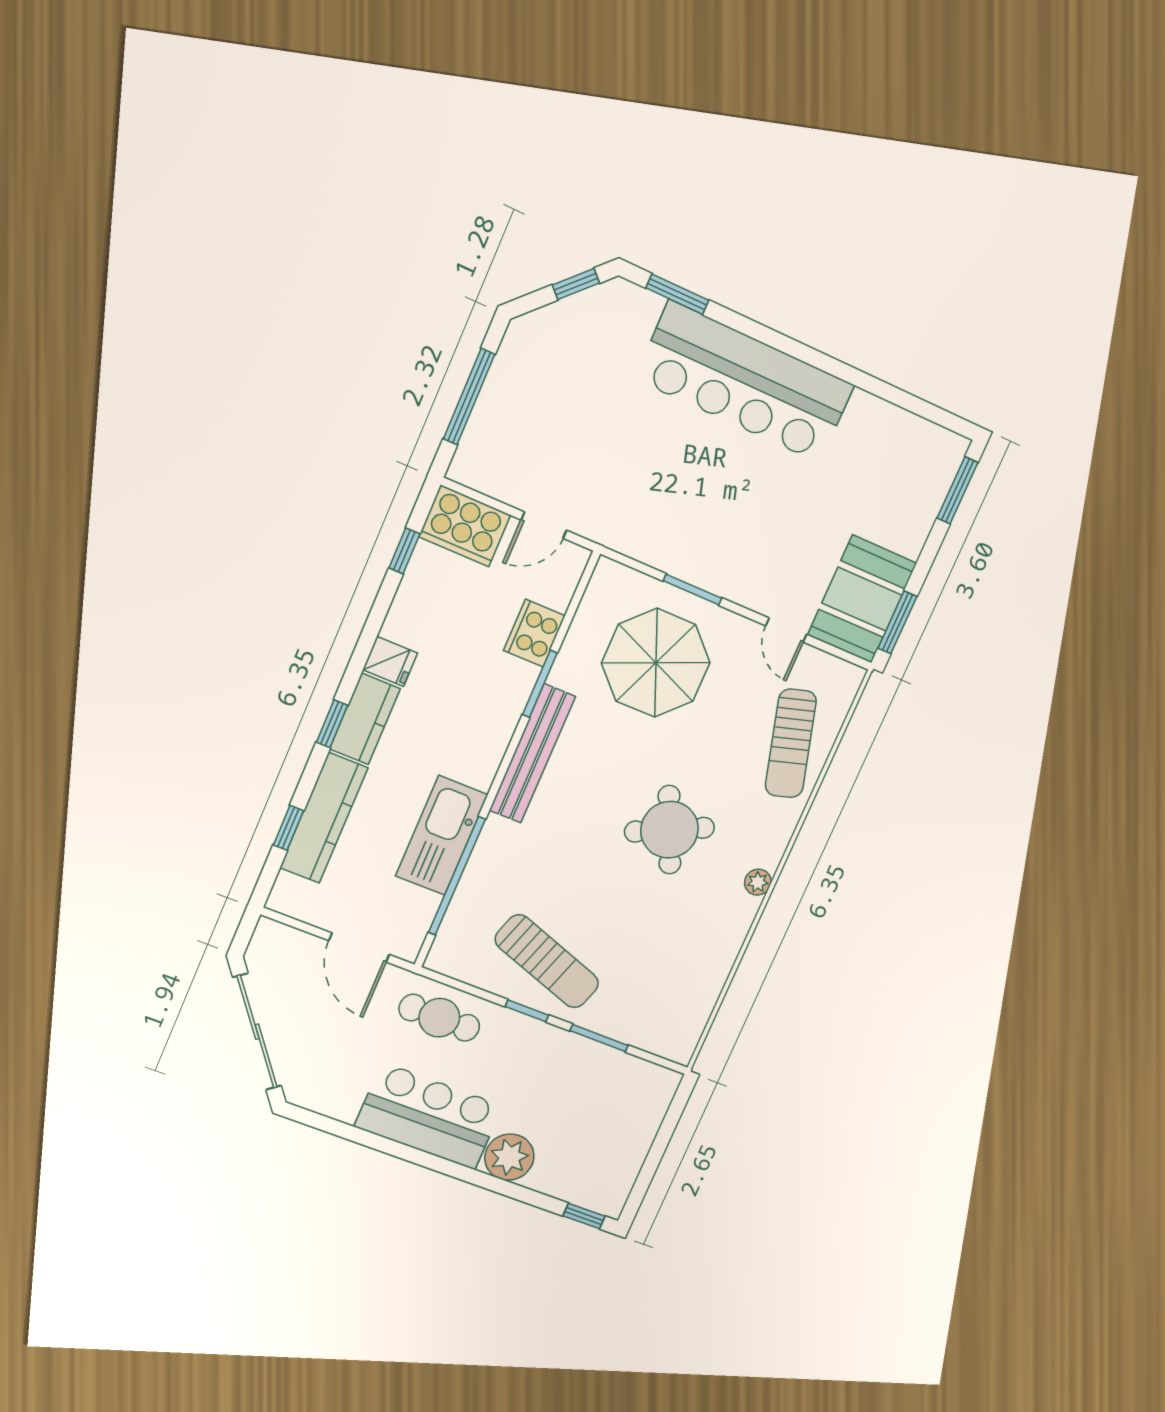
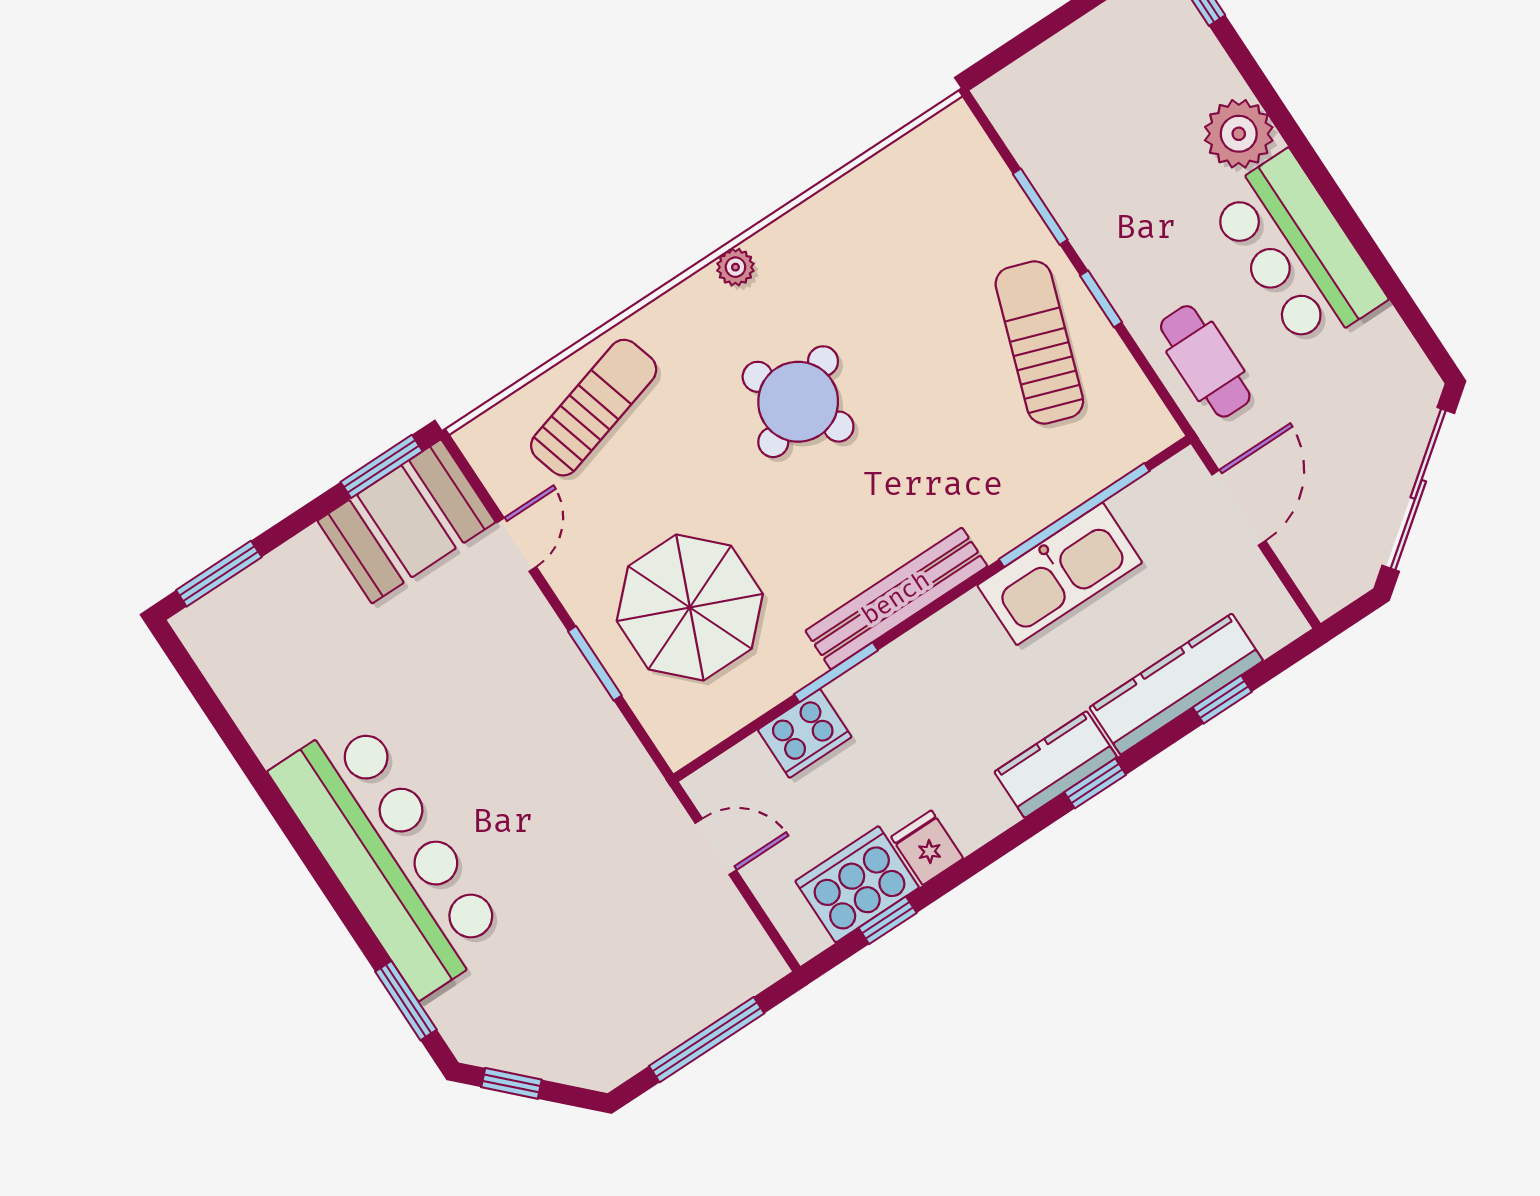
cooker: (465, 526) -> (857, 884), moved, turned -90
fridge: (390, 661) -> (927, 848), moved

